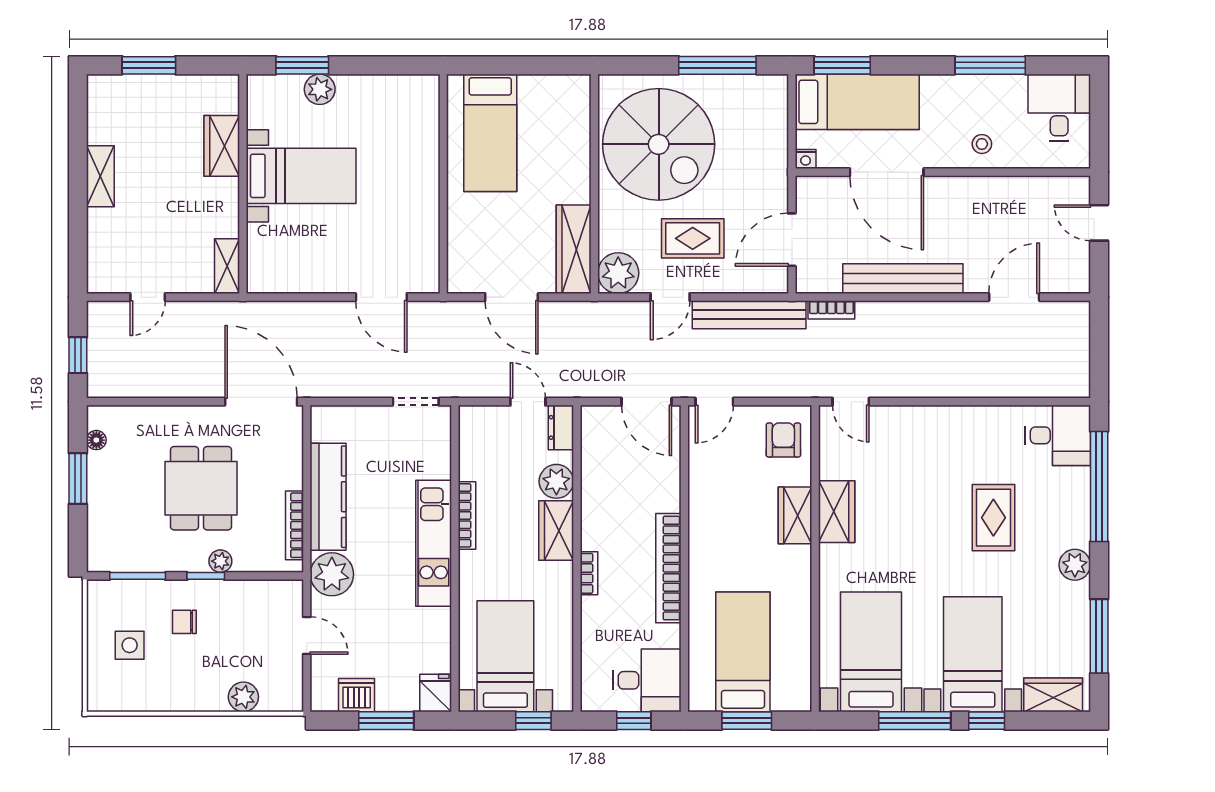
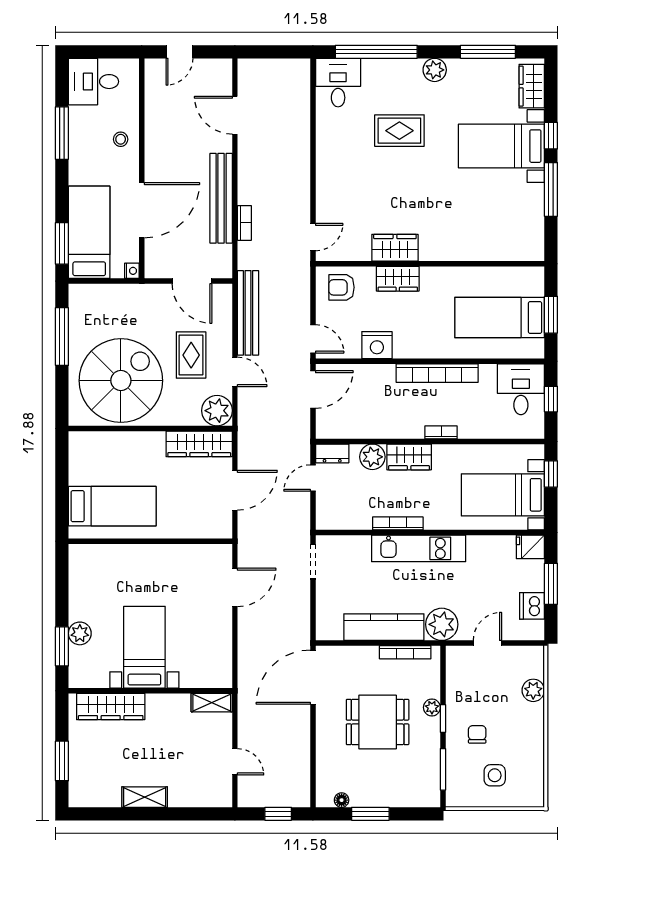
wardrobe: (222, 146) -> (111, 707), width x1.50
bookcase: (831, 310) -> (244, 223), moved
nightstand: (706, 487) -> (377, 345), added
chair: (184, 622) -> (477, 734), turned 180
bed with nightstands: (871, 652) -> (500, 222), removed

